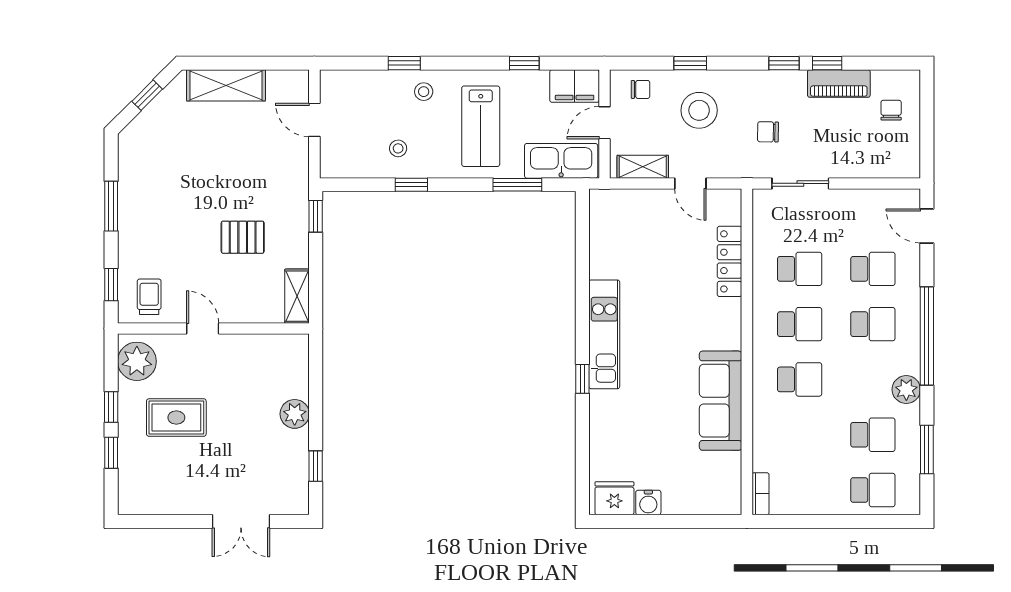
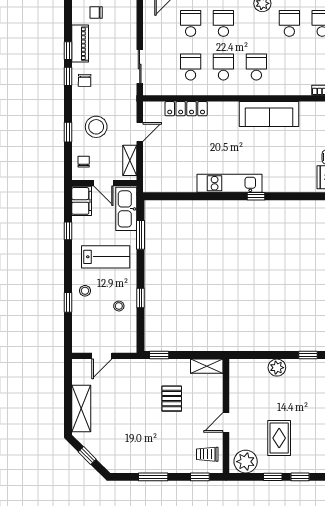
chair: (768, 132) -> (85, 80), moved

